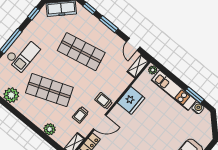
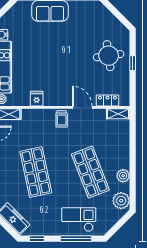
fridge: (131, 100) -> (37, 99), width x0.53, depth x0.75
trolley: (80, 115) -> (90, 129), removed
plant: (50, 129) -> (123, 176), moved

